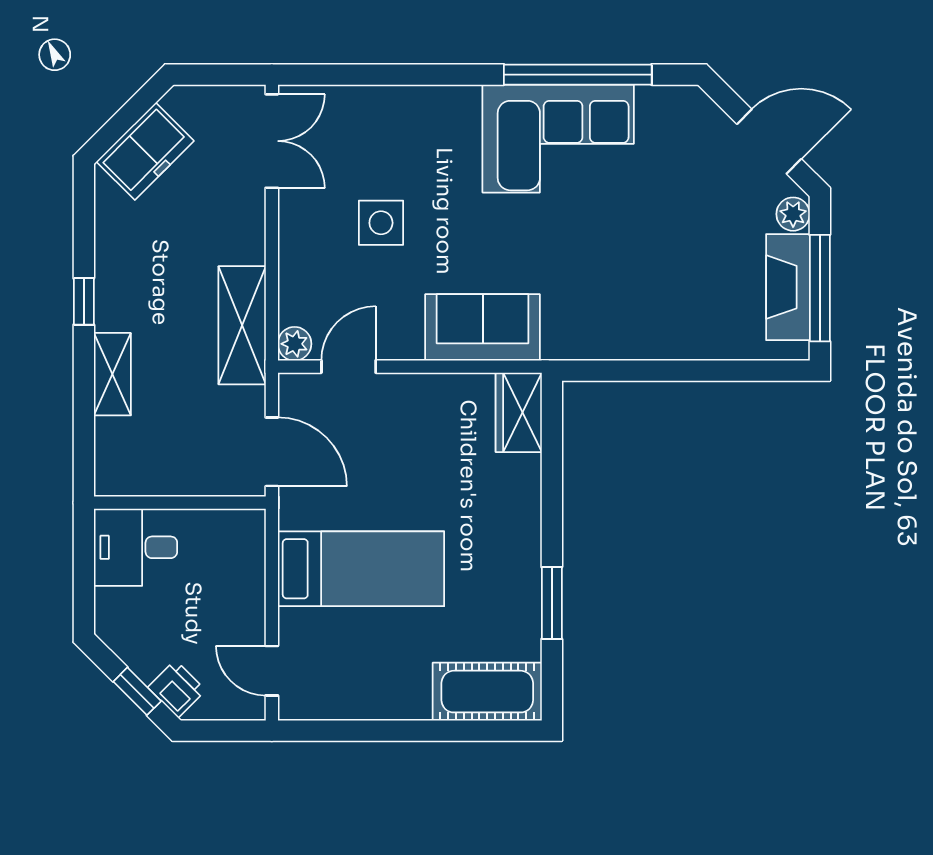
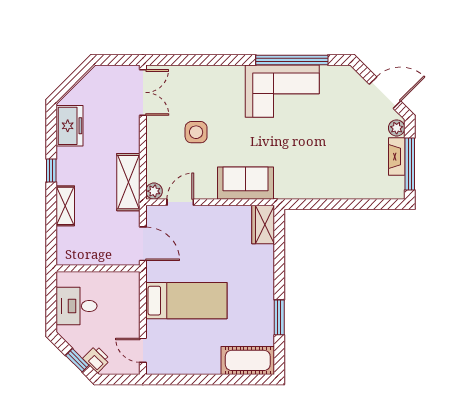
freezer: (145, 151) -> (69, 126), moved, turned -45
fireplace: (788, 287) -> (397, 157), width x0.73, depth x0.76
desk: (135, 547) -> (77, 306), moved

